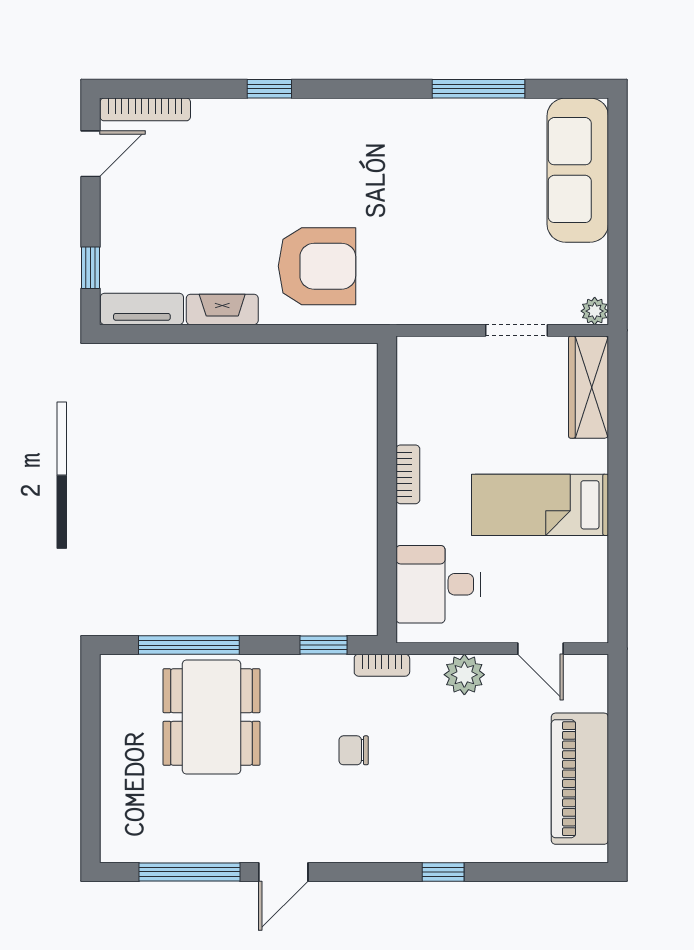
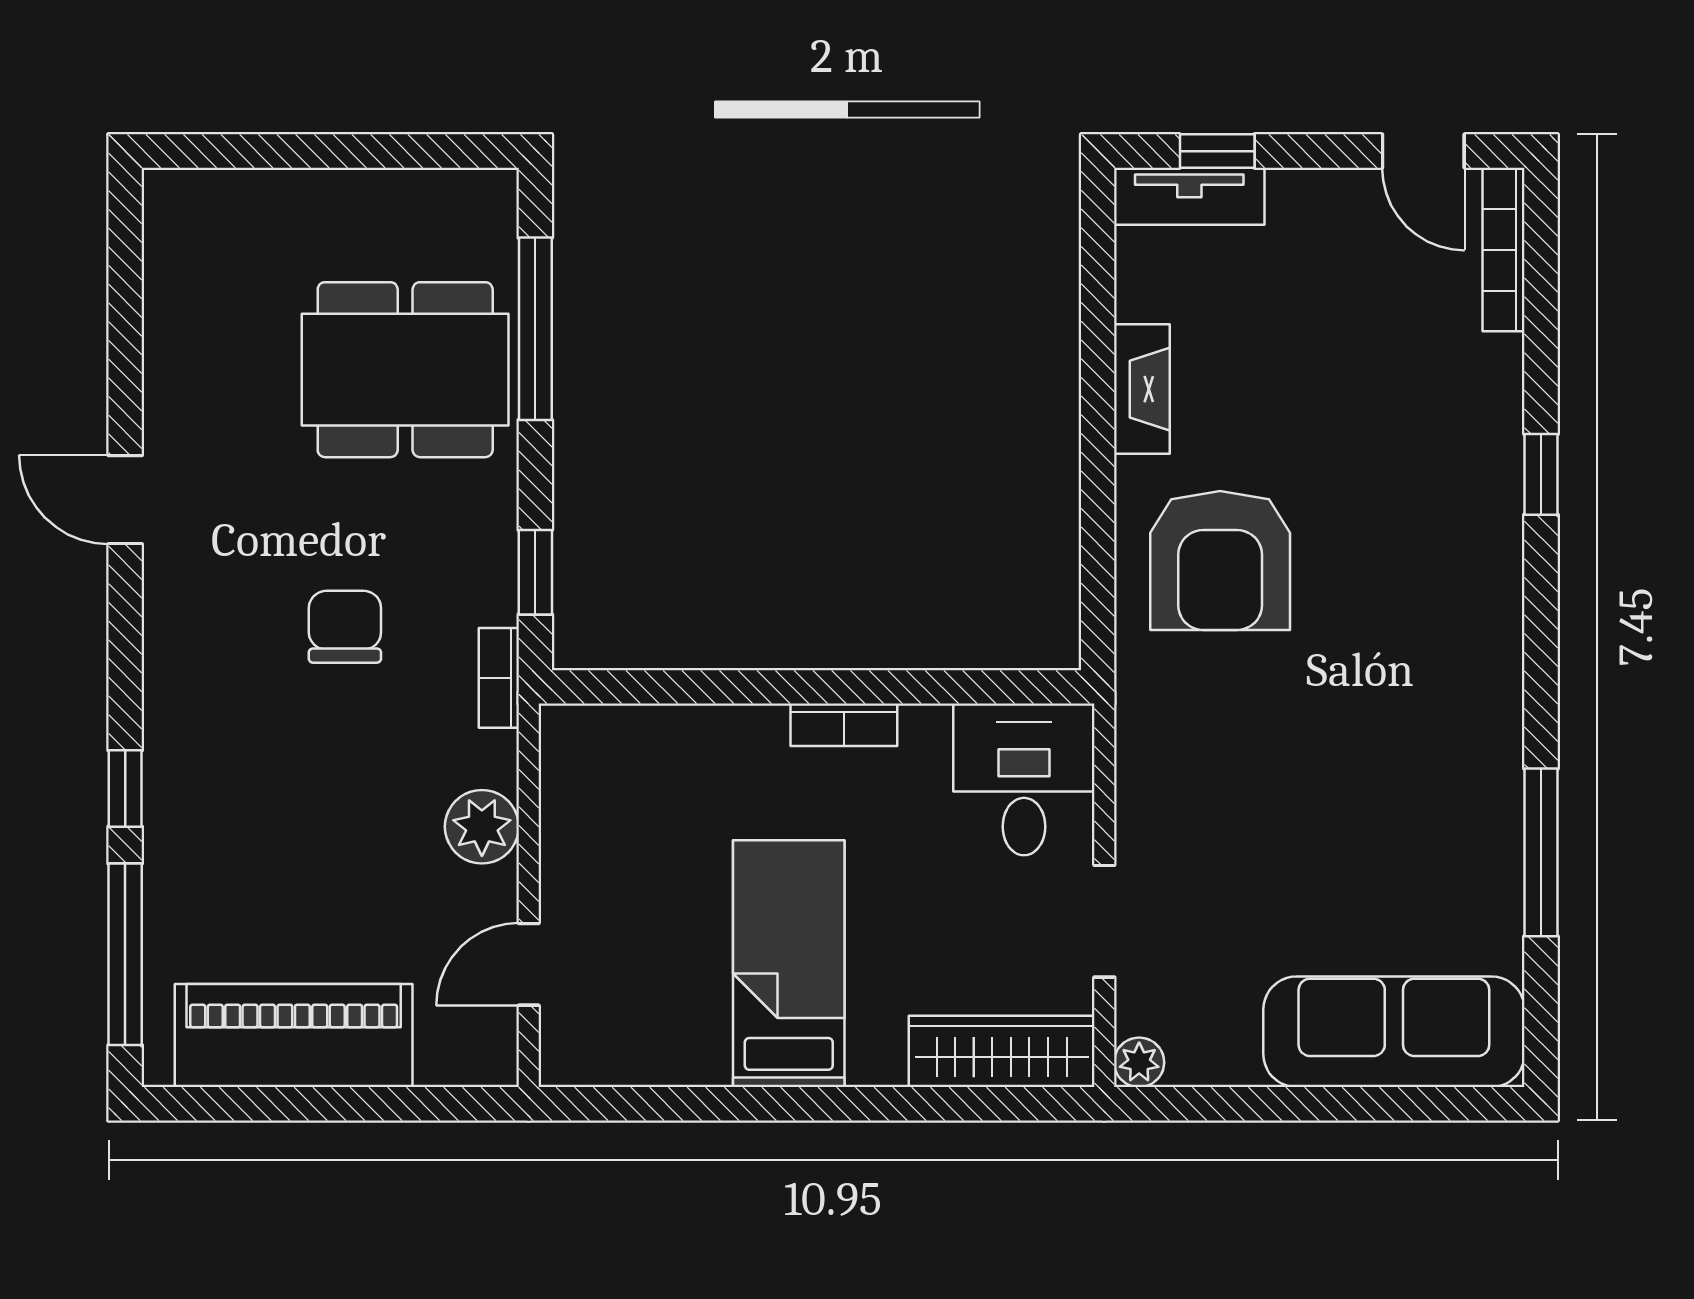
tv unit: (142, 309) -> (1189, 196), moved, turned 90
desk: (438, 584) -> (1024, 779), moved
chair: (354, 750) -> (345, 627), width x1.37, depth x1.37
window: (189, 872) -> (125, 954), moved

